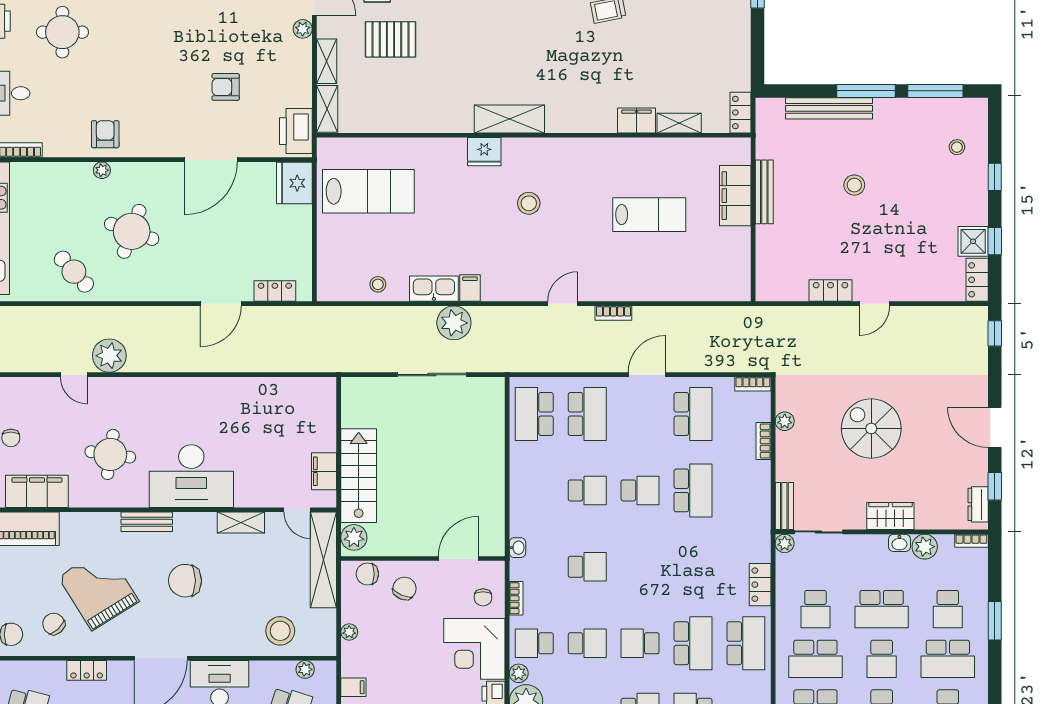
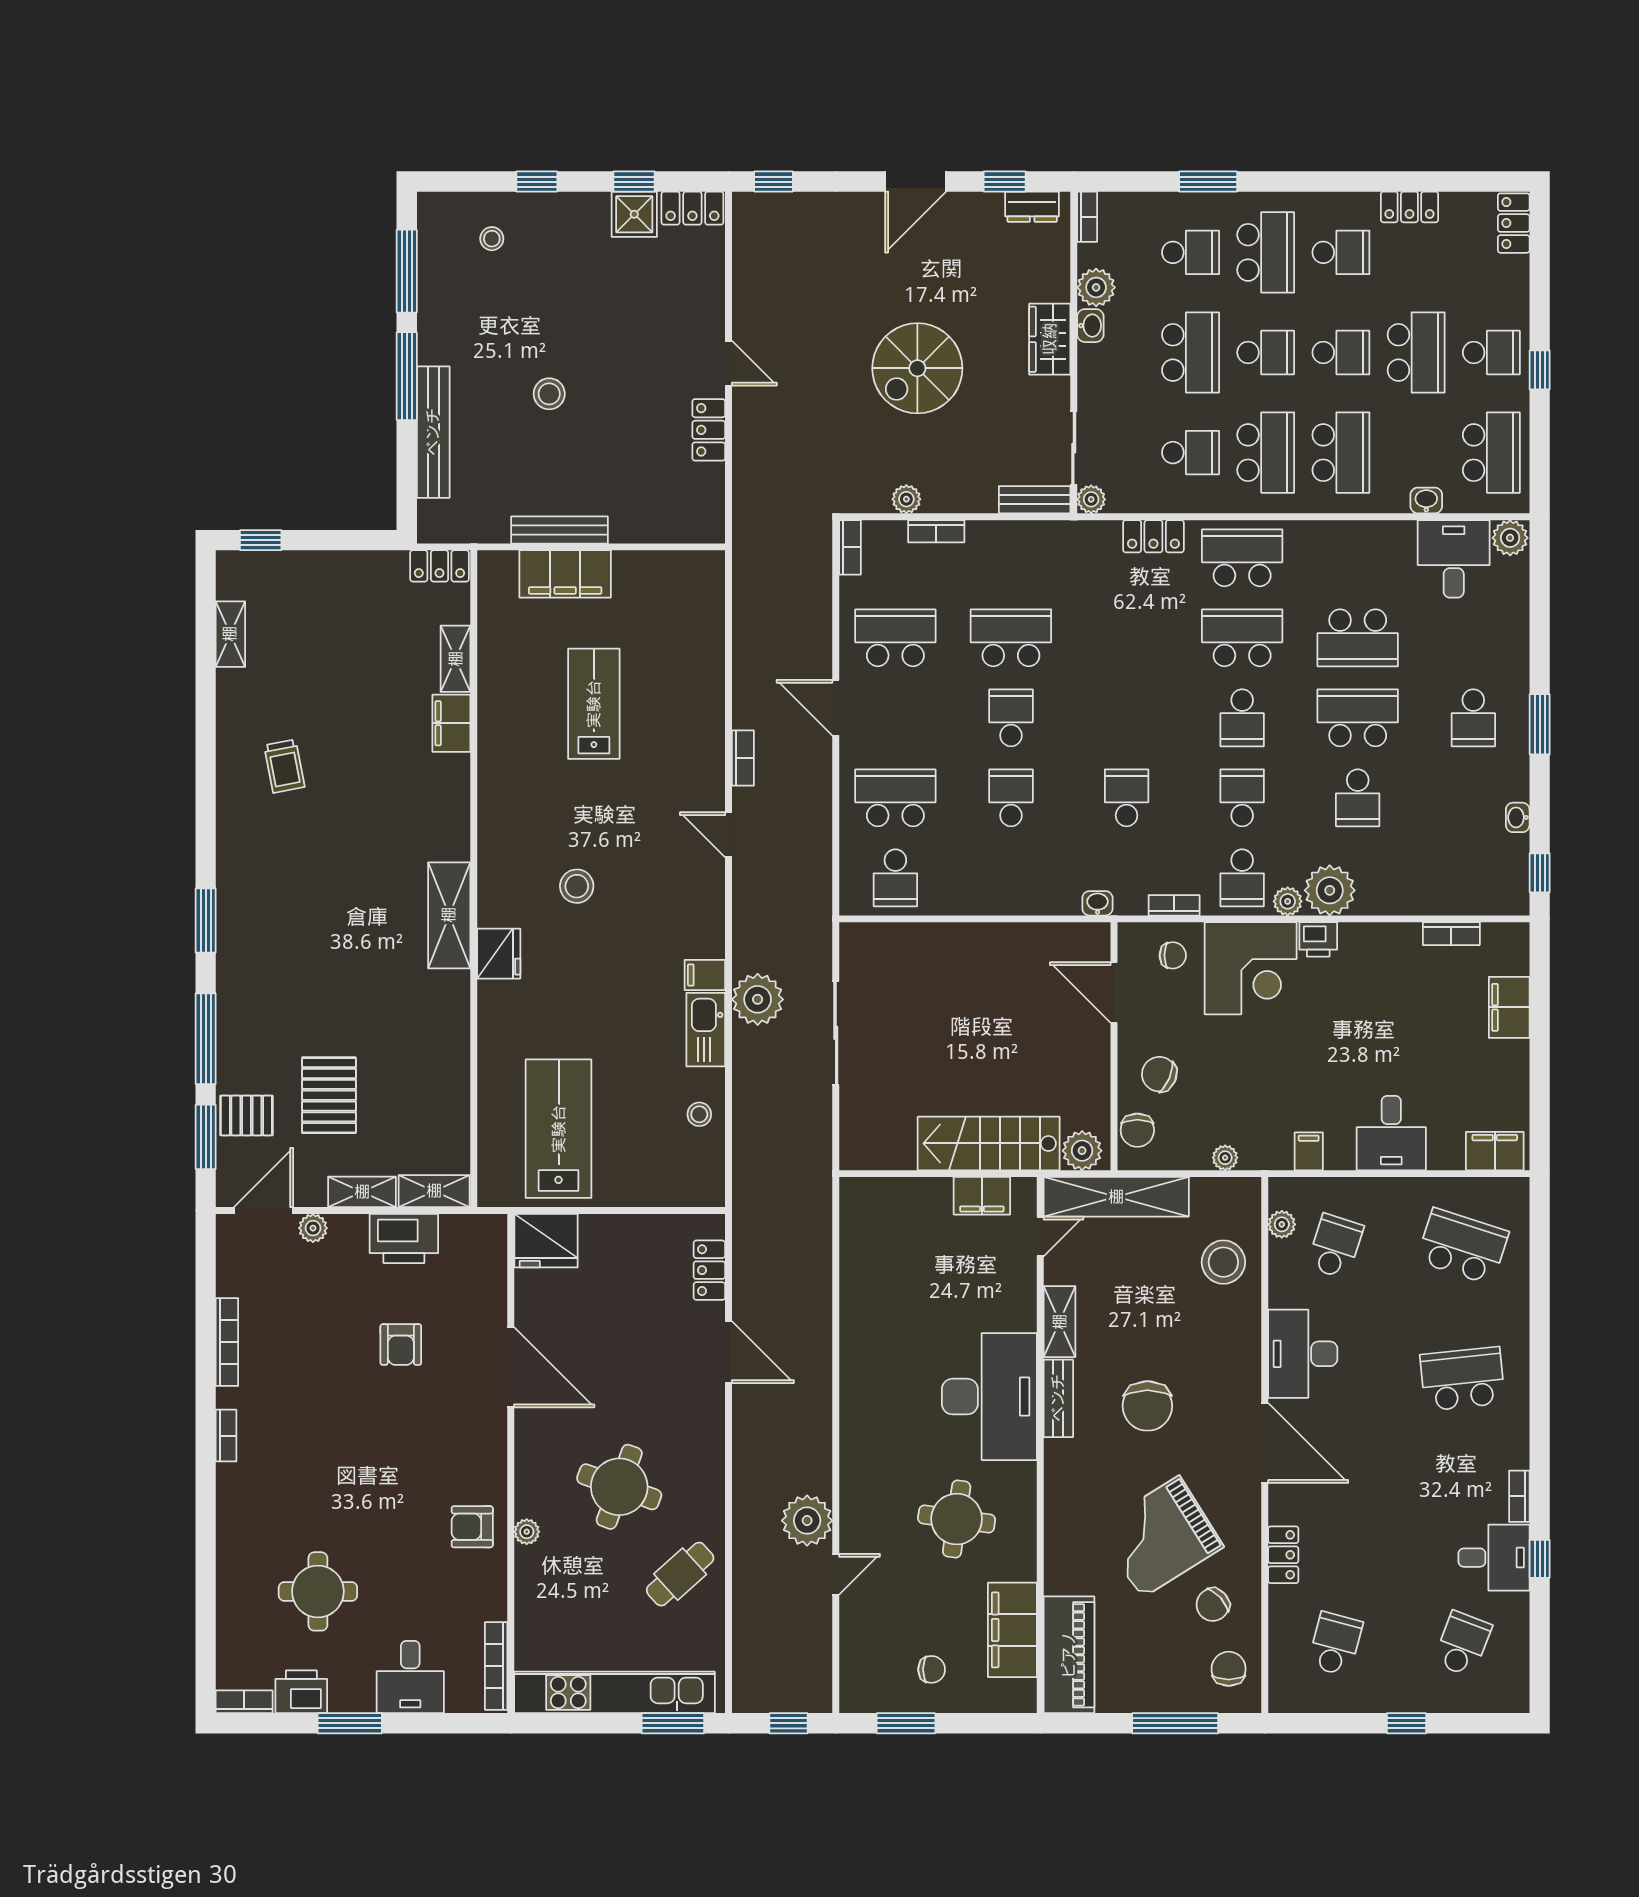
printer: (296, 131) -> (404, 1238), moved
school desk: (534, 414) -> (895, 878), width x0.54
bench: (147, 522) -> (1058, 1398), moved

